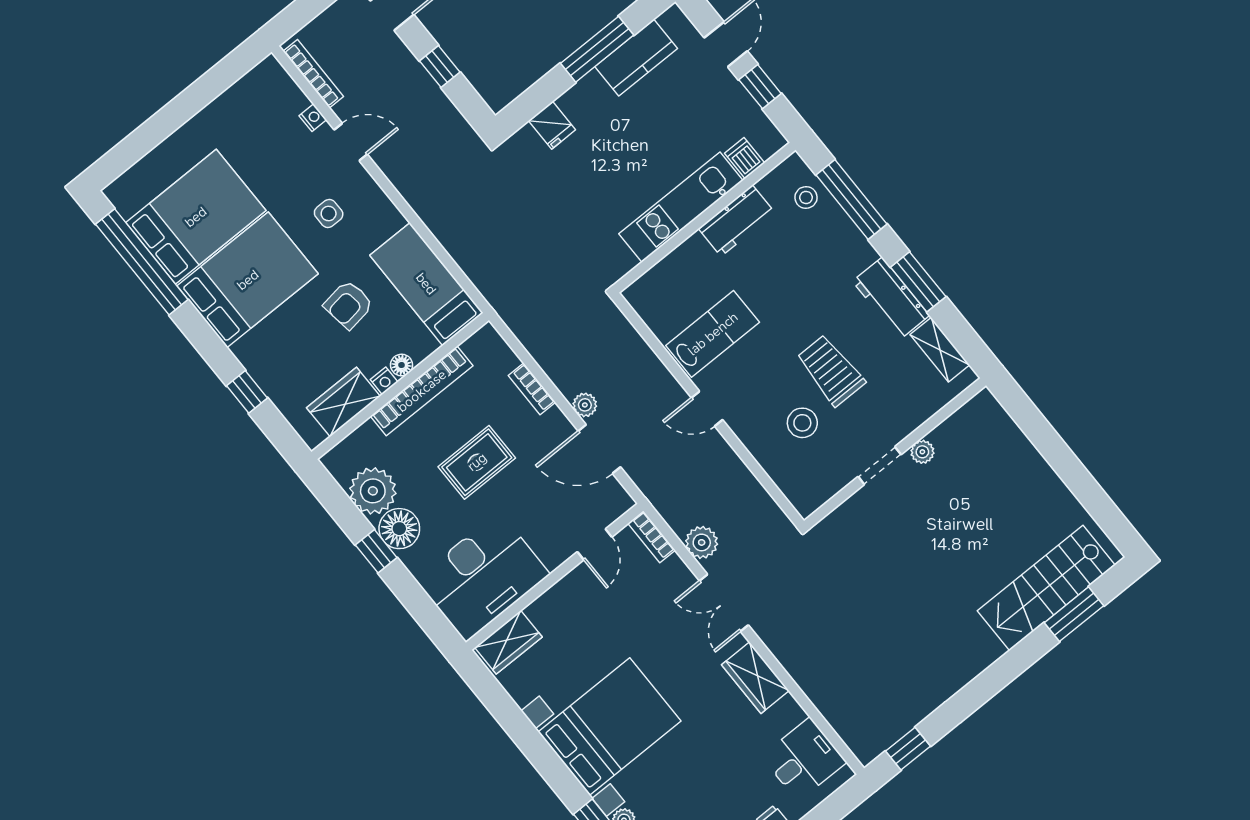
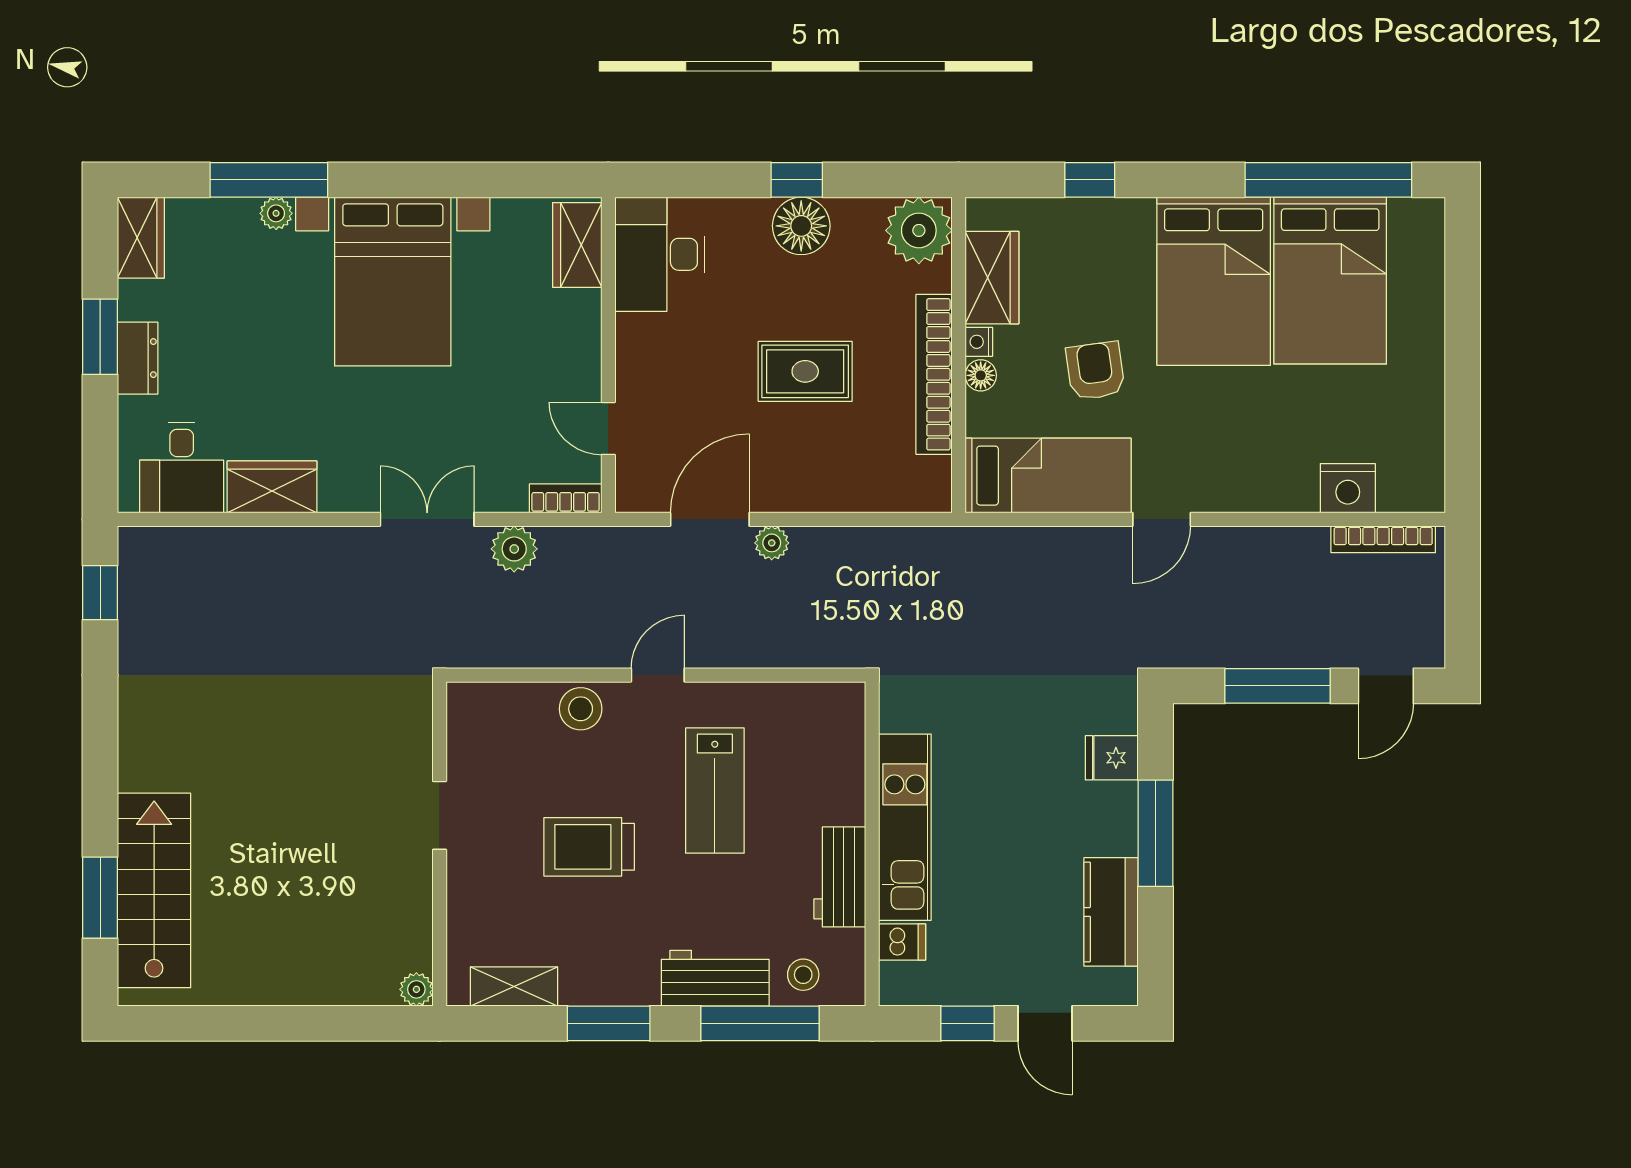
window: (597, 49) -> (1155, 833), moved
window: (440, 67) -> (1278, 686), width x2.17
nightstand: (313, 118) -> (1348, 488), width x1.89, depth x1.79
door: (351, 142) -> (1162, 519), moved
side table: (329, 213) -> (1214, 431), removed
workbench: (891, 298) -> (715, 978), moved
lab bench: (713, 334) -> (715, 791), moved
trolley: (831, 370) -> (589, 847), turned 180
bookcase: (532, 389) -> (837, 498), removed
stool: (802, 423) -> (581, 709), moved
plant: (922, 452) -> (416, 989), moved
rug: (477, 462) -> (805, 371), turned 90
plant: (373, 491) -> (919, 230), moved
desk: (483, 577) -> (660, 254), width x0.73, depth x0.77
wardrobe: (755, 678) -> (272, 487), moved

